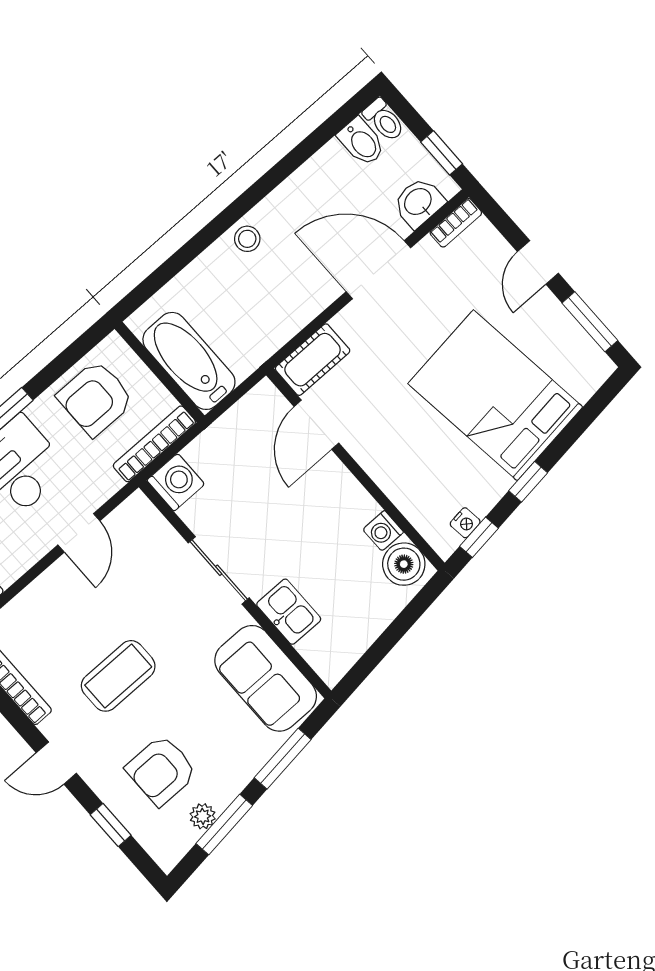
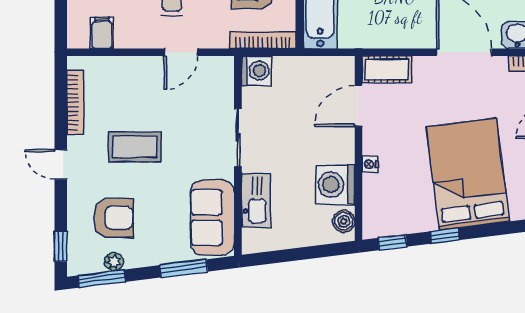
nightstand: (465, 523) -> (370, 164), moved, turned 97
washing machine: (383, 531) -> (335, 185), width x1.89, depth x1.89
boiler: (404, 564) -> (344, 221), width x0.73, depth x0.73
kitchen sink: (289, 612) -> (256, 200), width x1.38
armchair: (161, 770) -> (114, 218), turned 180
window: (224, 824) -> (102, 279), moved
window: (111, 825) -> (61, 246), moved

